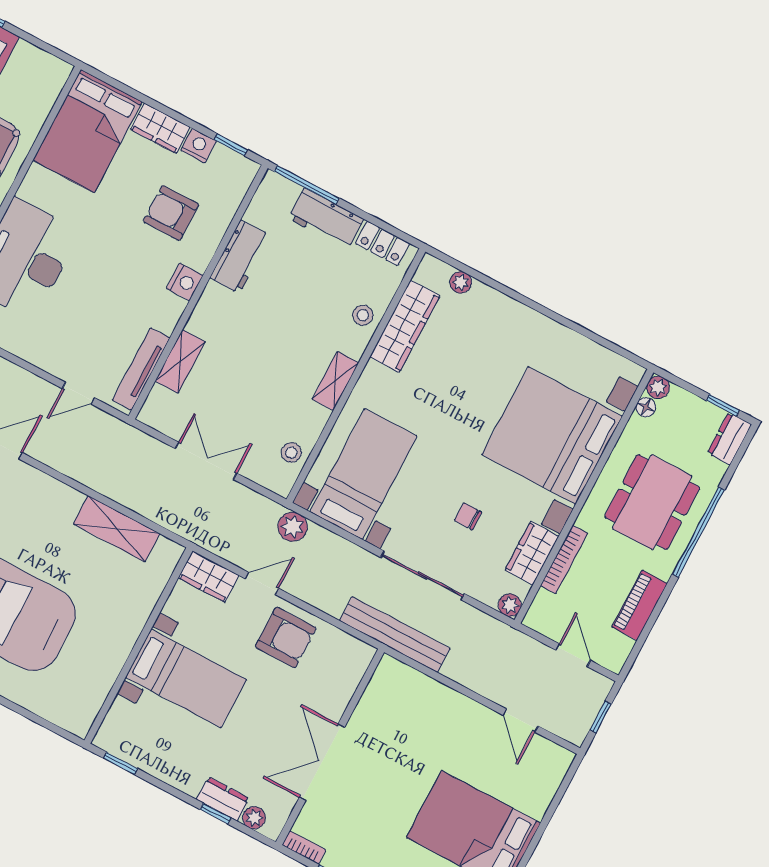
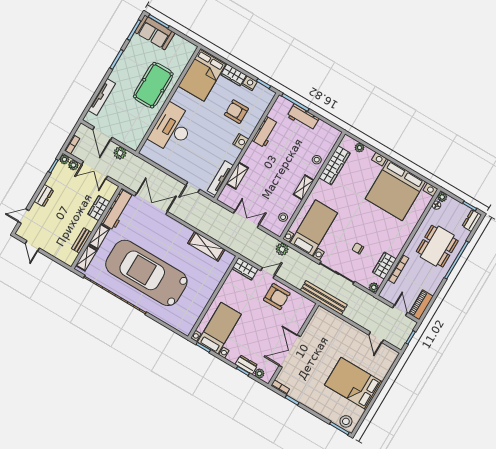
locker: (383, 243) -> (327, 129), removed
bed with nightstands: (552, 435) -> (395, 190), moved, turned -90
piano: (640, 605) -> (421, 305), moved
bed with nightstands: (186, 678) -> (219, 328), moved, turned -90

